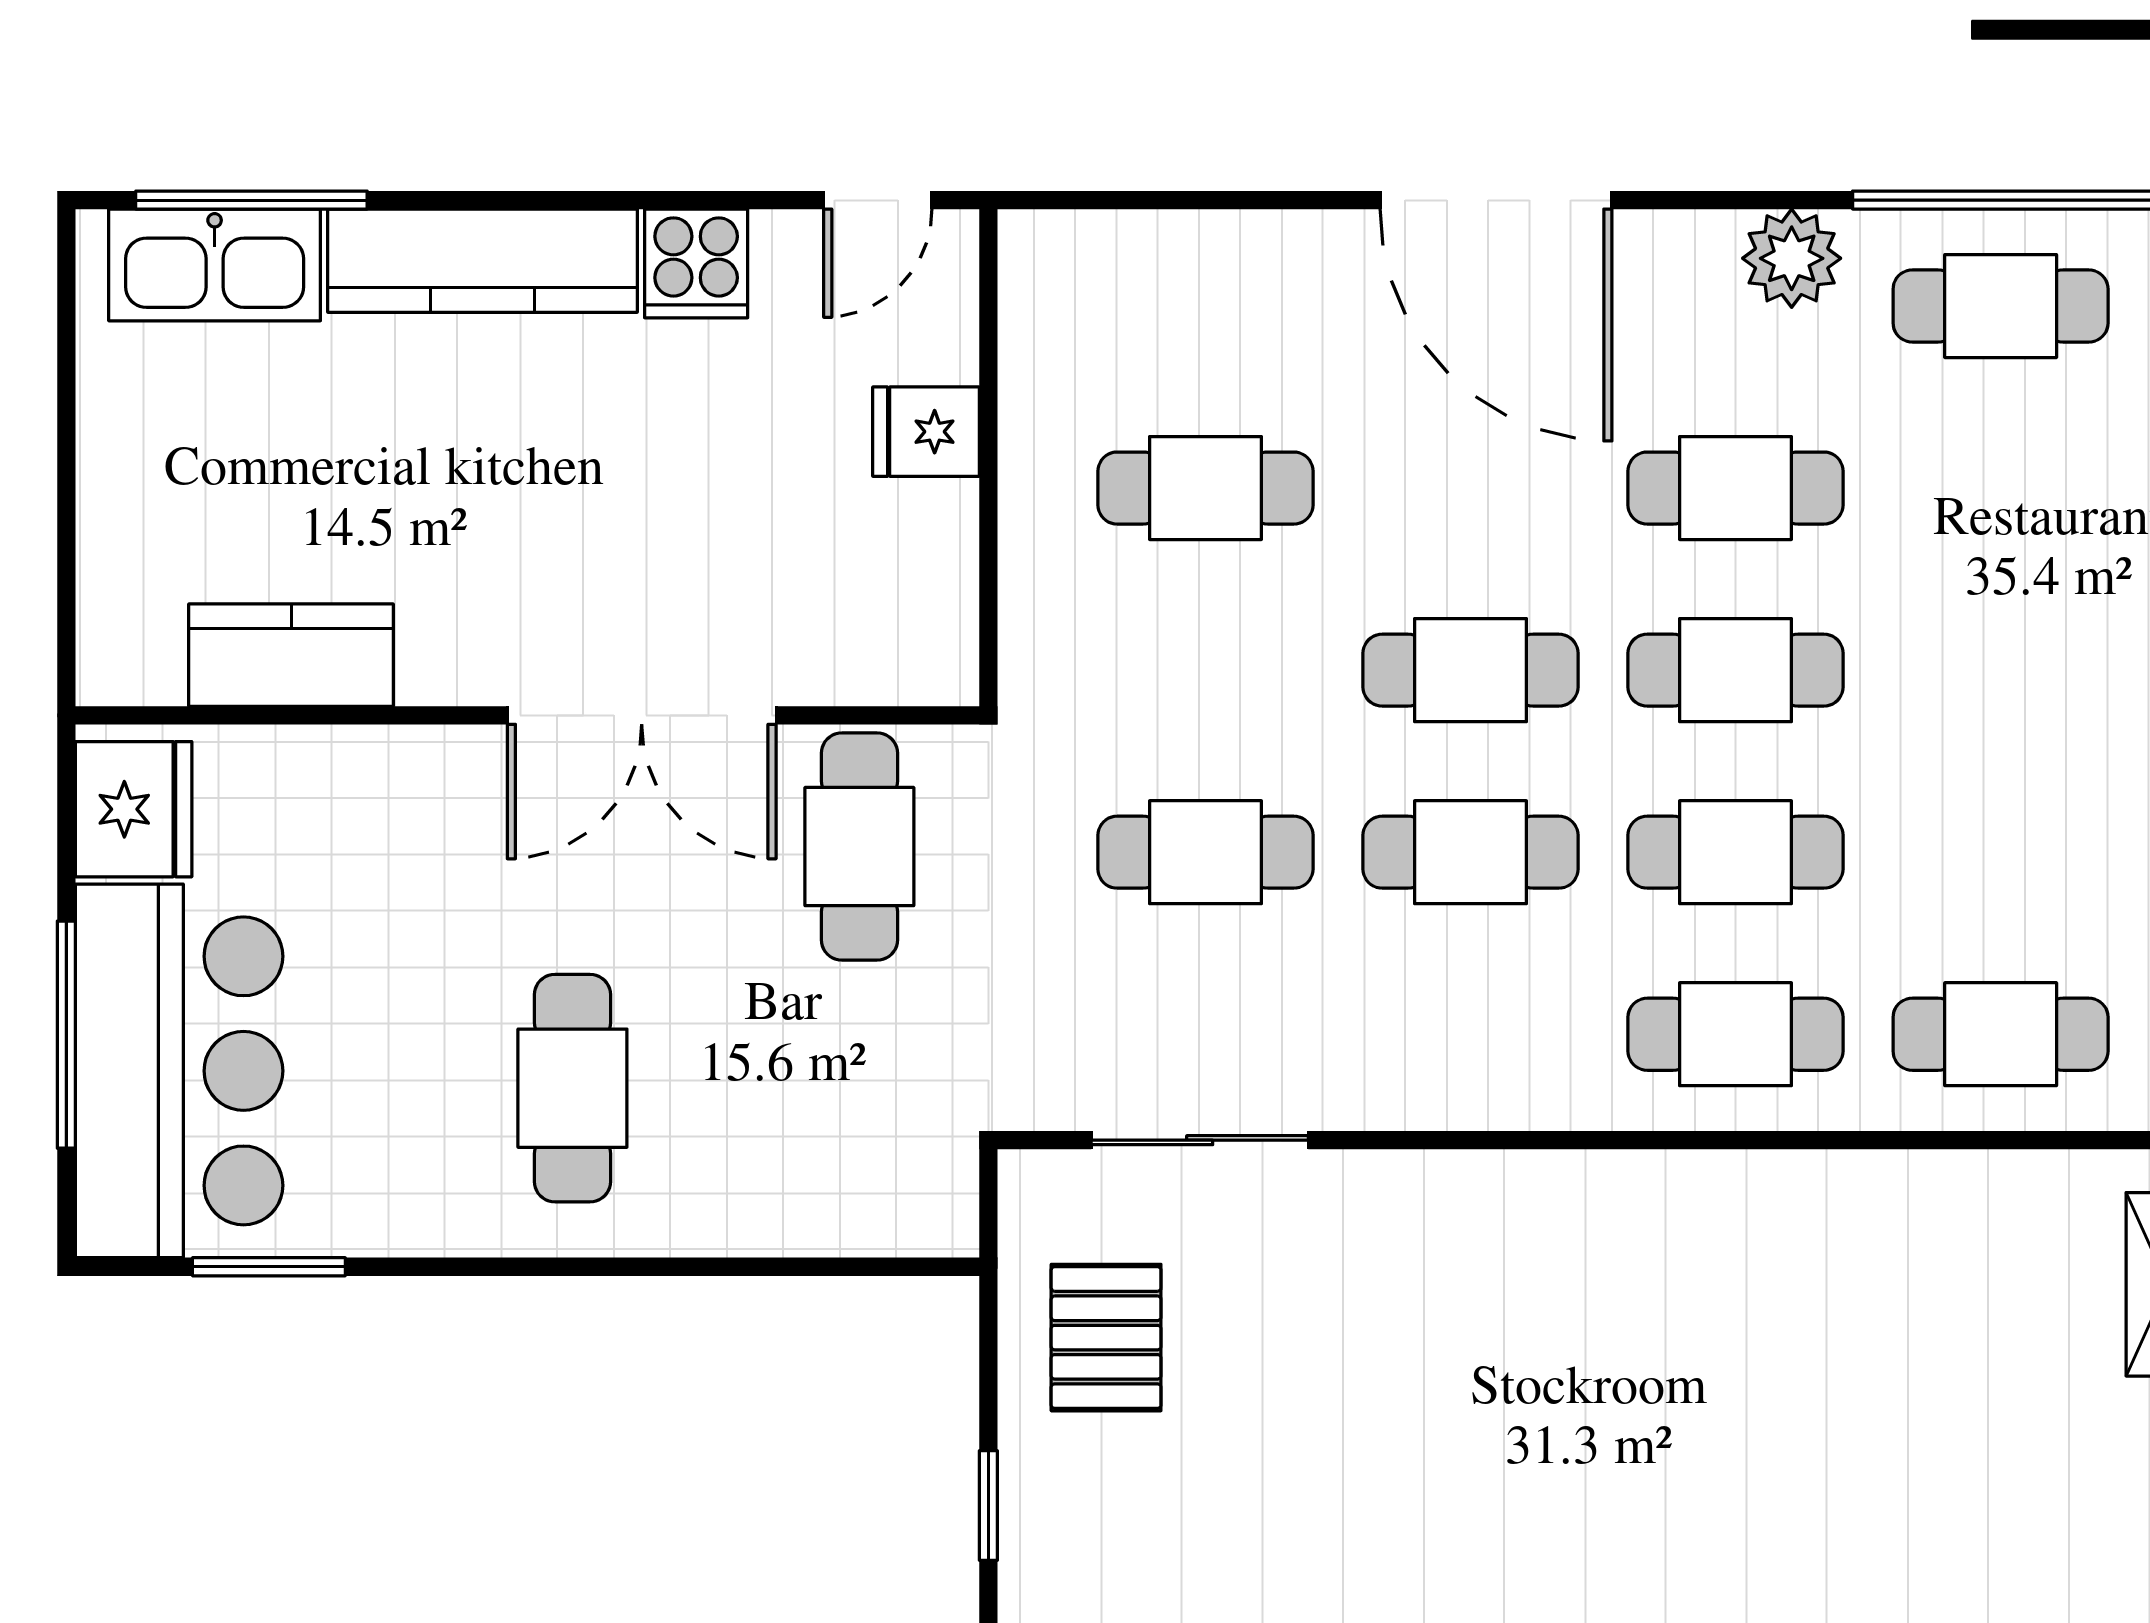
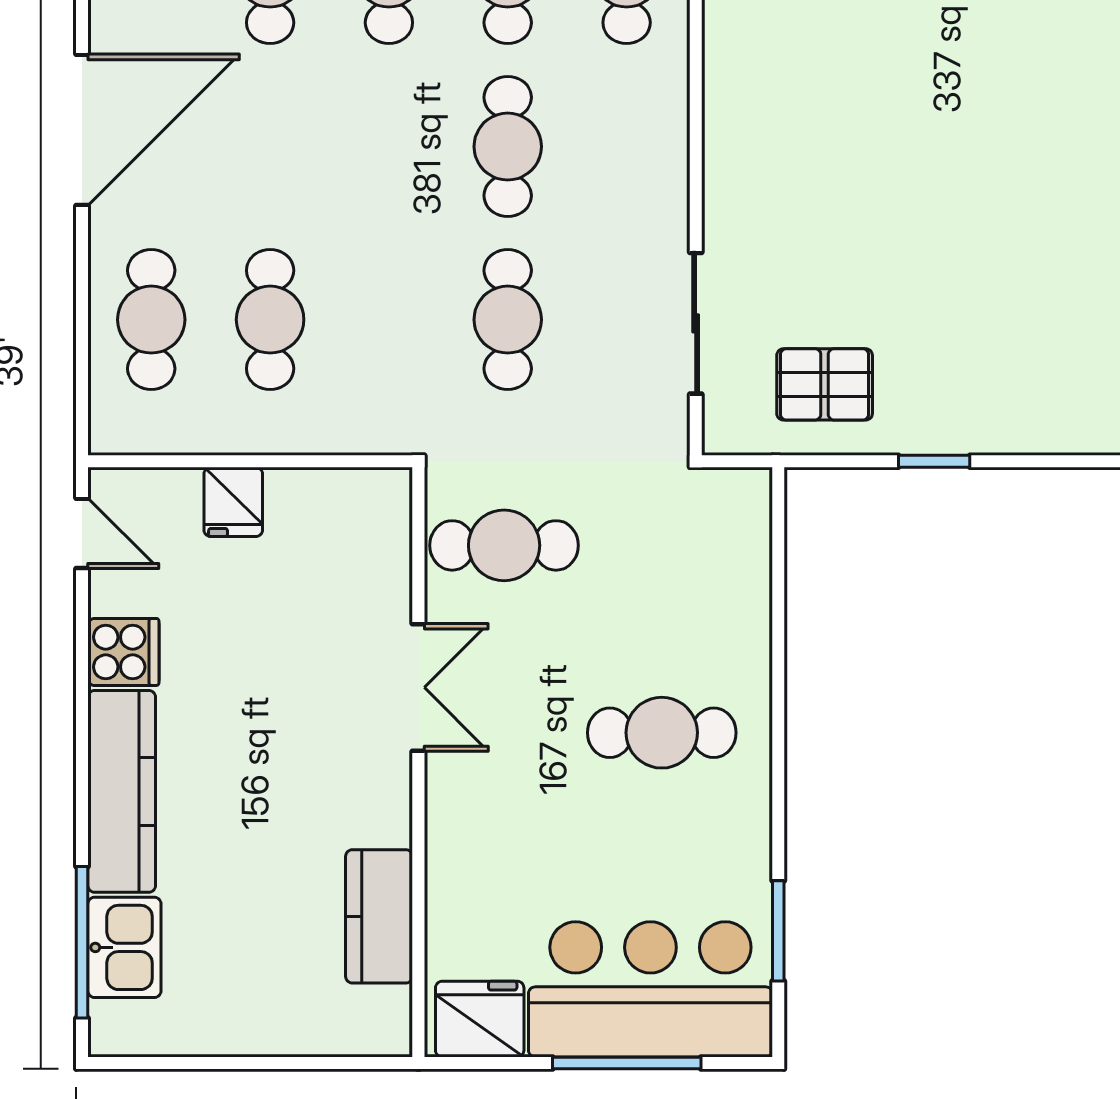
kitchen sink: (215, 265) -> (124, 947), width x0.73
cafe table: (1471, 670) -> (151, 320), moved
double door: (642, 715) -> (418, 687), width x0.73

